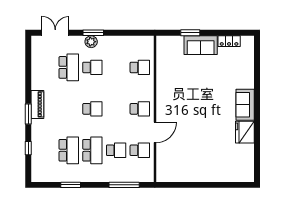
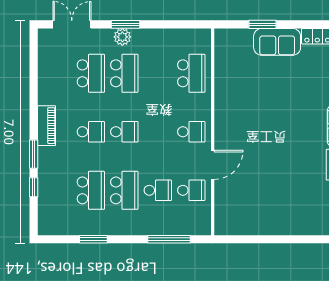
school desk: (92, 67) -> (124, 73), width x1.85
school desk: (140, 67) -> (191, 73), width x1.85
school desk: (69, 109) -> (91, 132), added
window: (28, 114) -> (34, 154), moved

